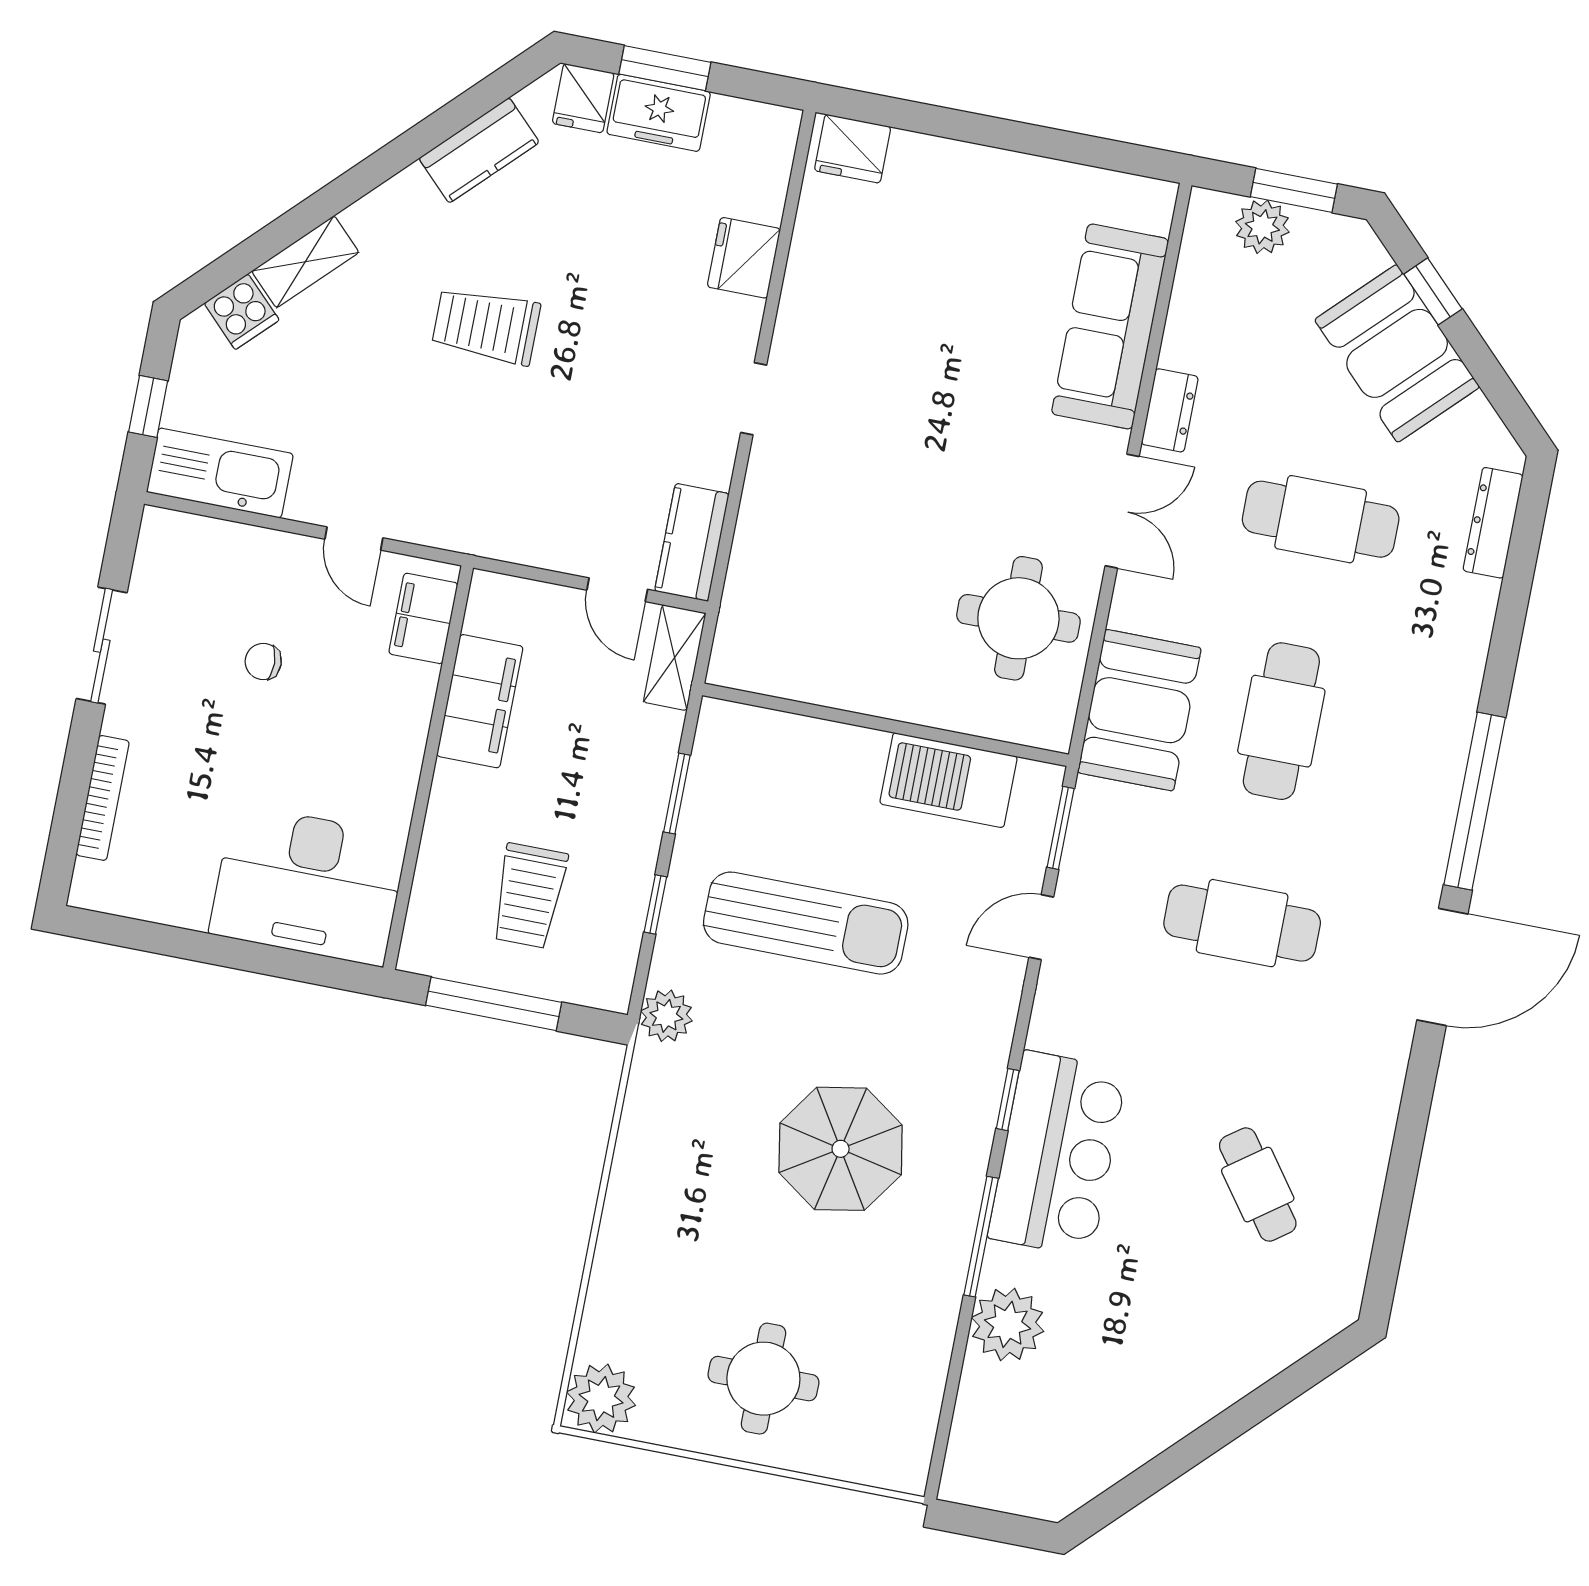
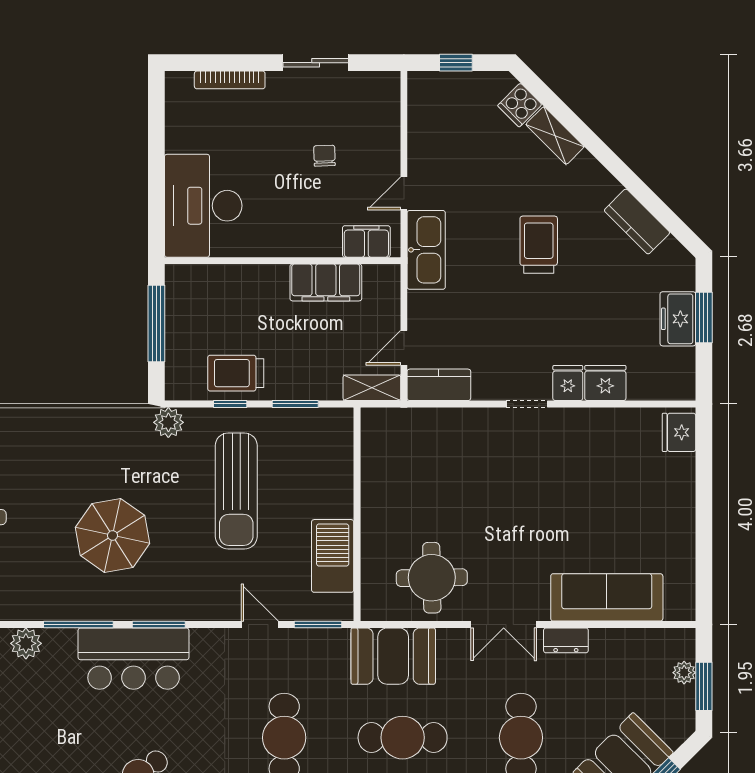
fridge: (583, 98) -> (568, 383), moved, turned 90
plant: (1262, 227) -> (684, 673), width x0.73, depth x0.73
kitchen sink: (220, 473) -> (426, 250), moved
trolley: (529, 896) -> (236, 373), moved
window: (1008, 1100) -> (159, 625), width x1.50
plant: (1008, 1324) -> (26, 643), width x0.73, depth x0.73

